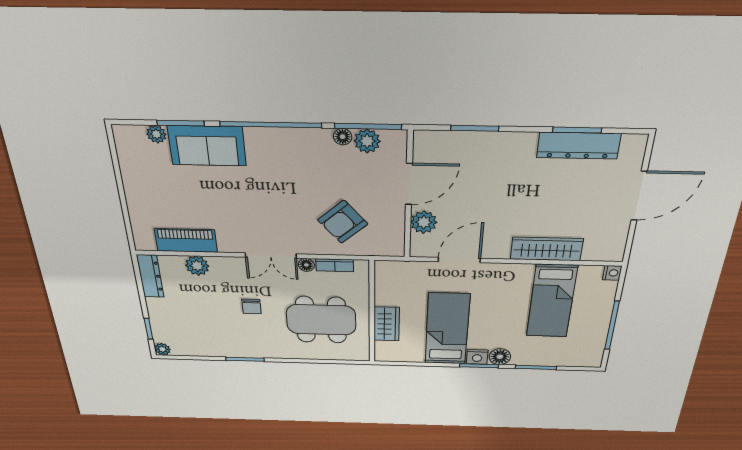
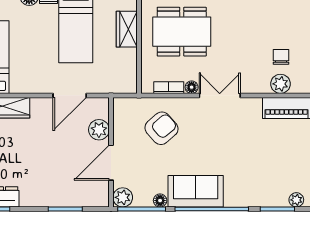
plant: (367, 141) -> (123, 197), moved
sofa: (207, 146) -> (196, 191), moved
chair: (251, 306) -> (281, 57), moved

